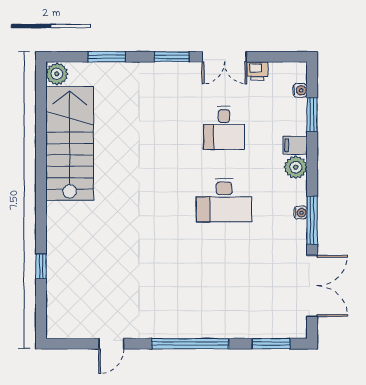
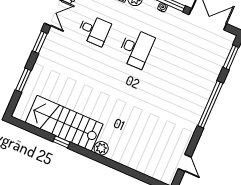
plant: (57, 74) -> (101, 148), moved
window: (41, 266) -> (61, 142), moved
door: (111, 344) -> (185, 163), moved

